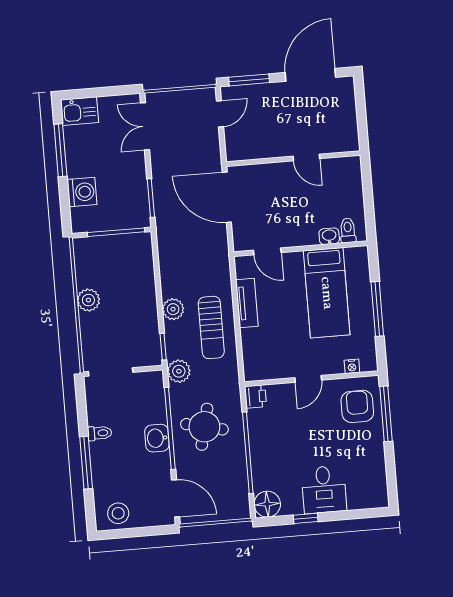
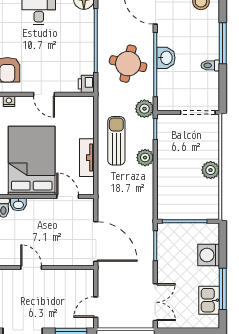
kitchen sink: (80, 111) -> (209, 300), moved, turned -90
bed: (327, 293) -> (32, 160), width x1.50
door: (308, 379) -> (44, 94), swing flipped

